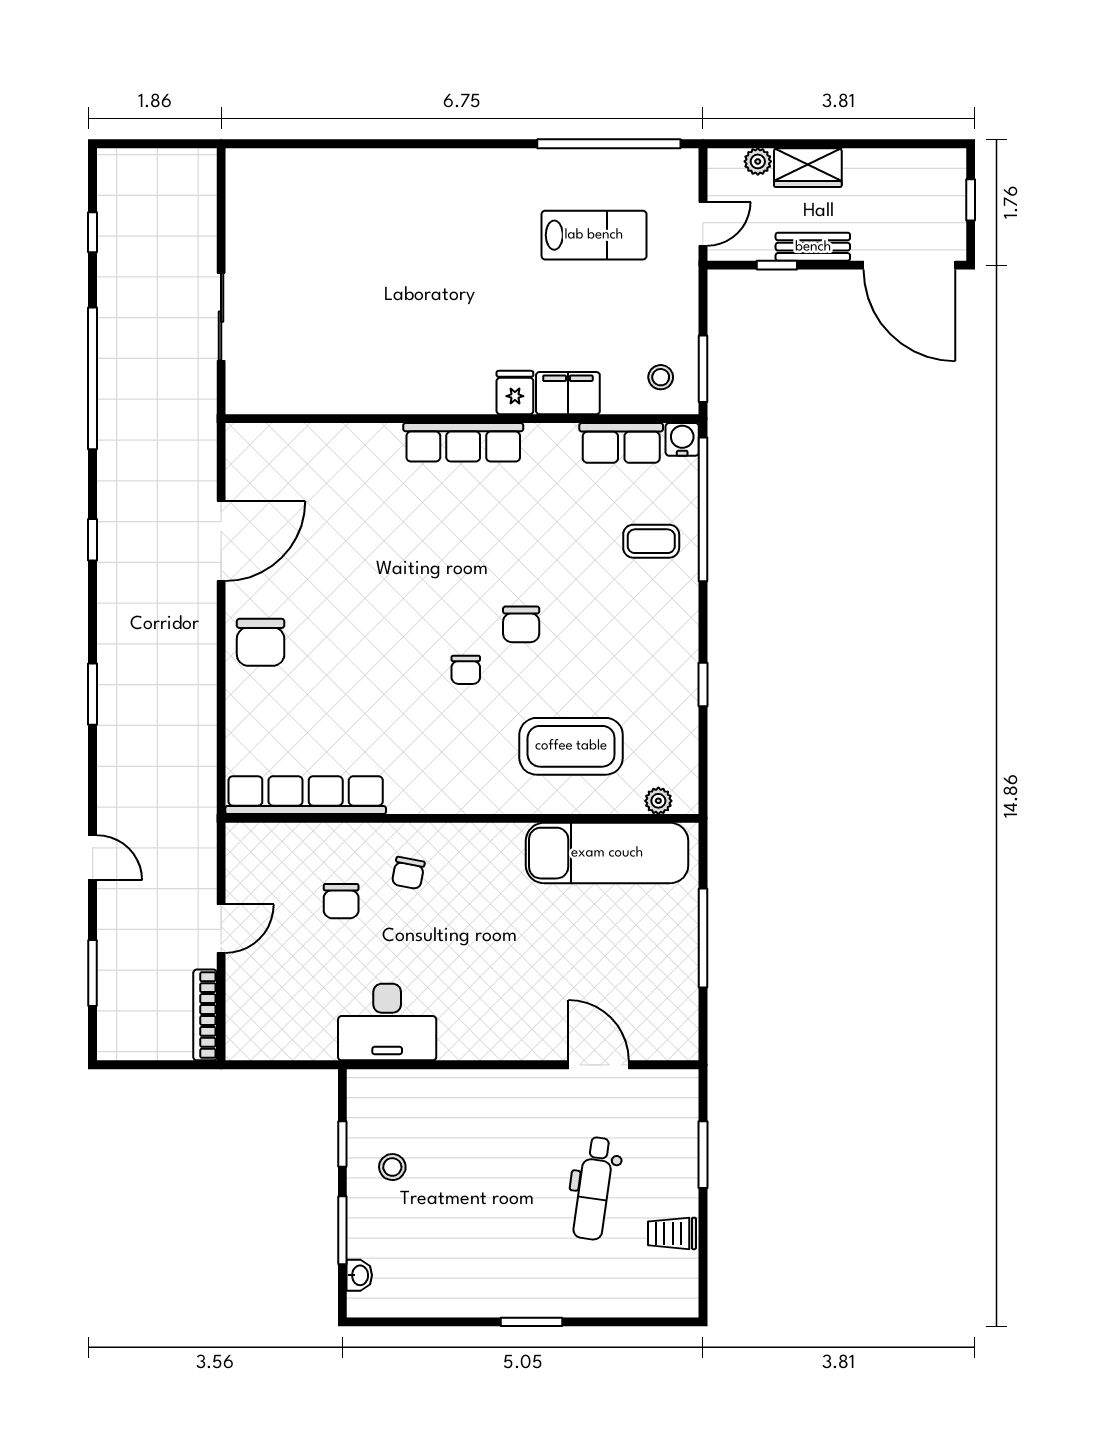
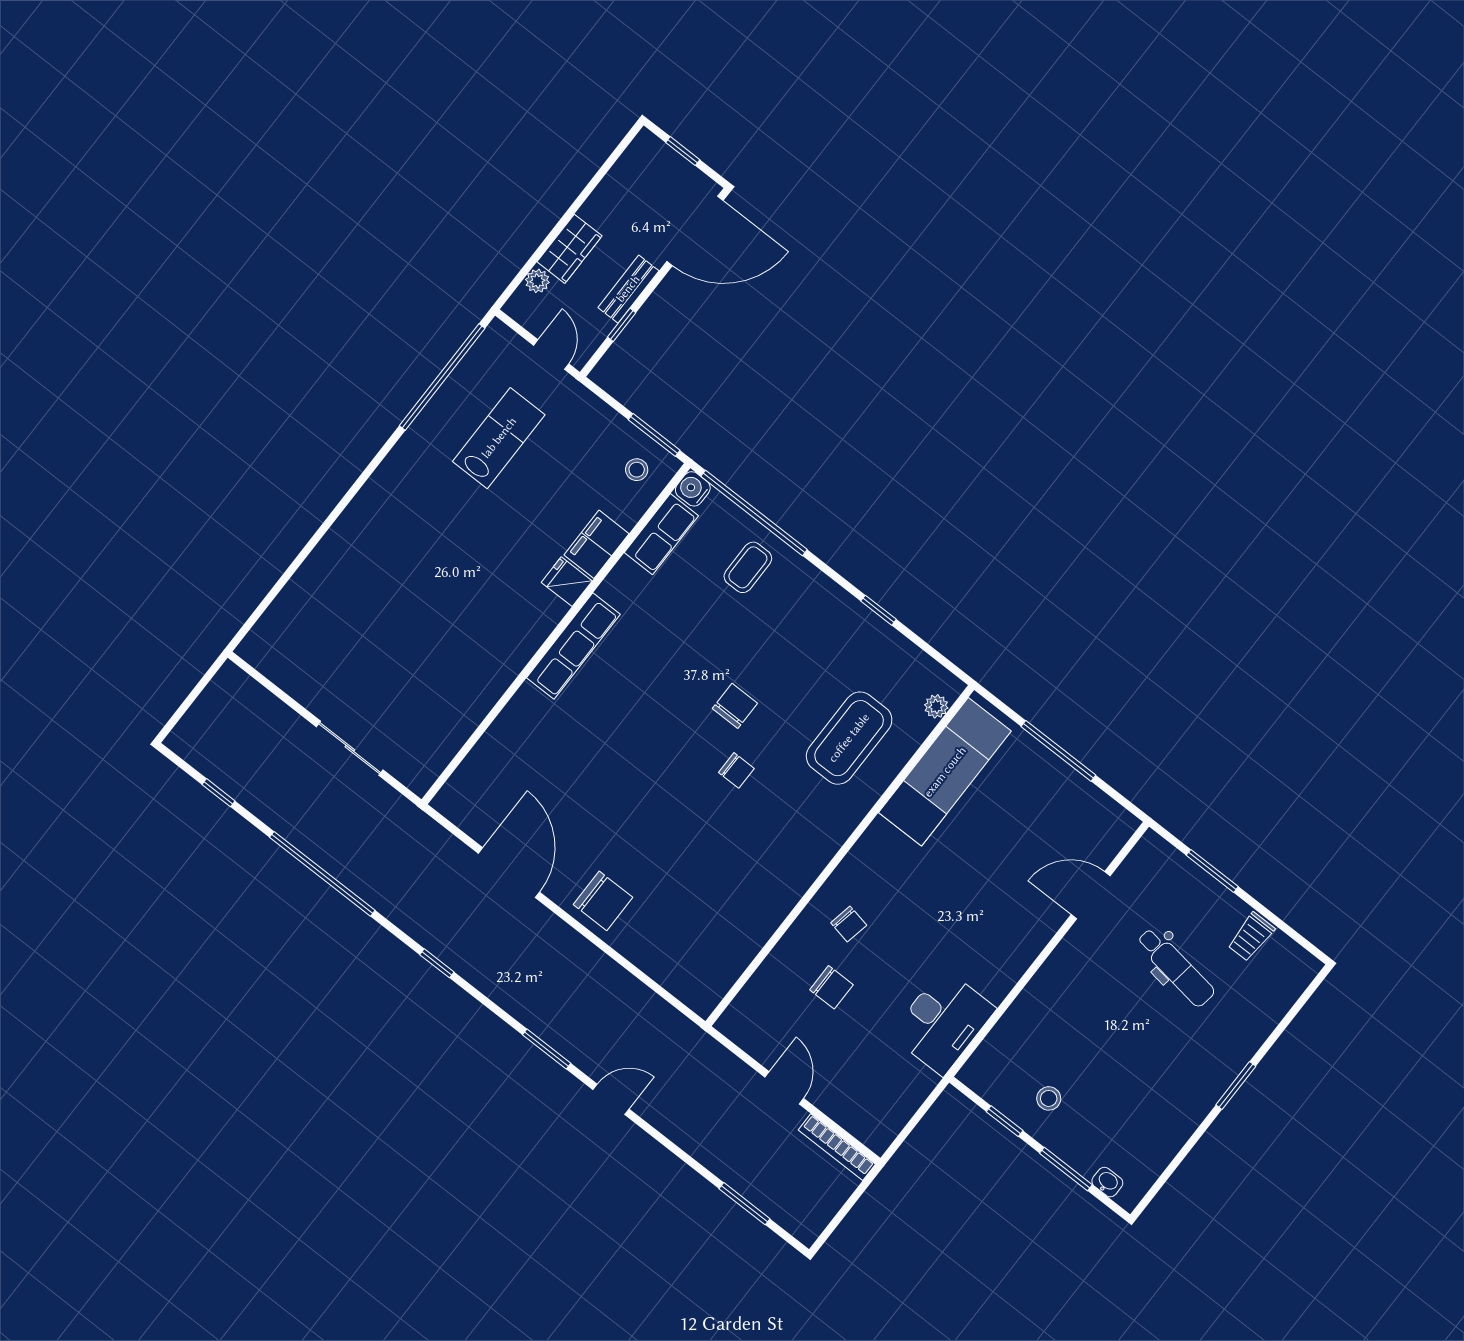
chair: (521, 624) -> (735, 706), turned -90
row of seats: (306, 795) -> (736, 954), removed
door: (93, 858) -> (611, 1099), moved

